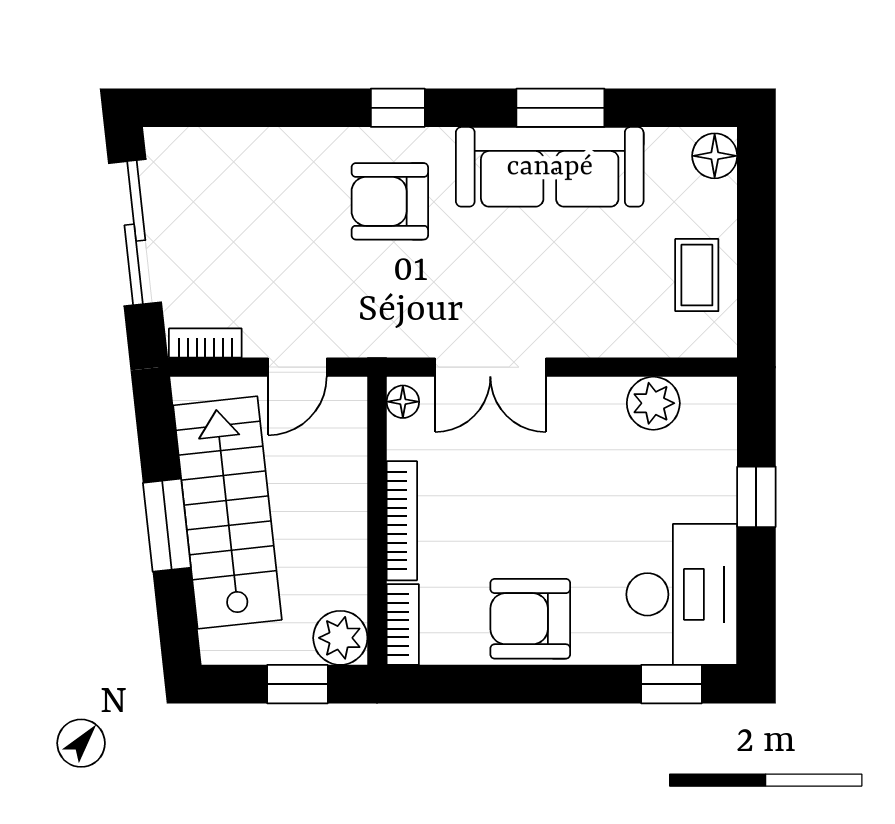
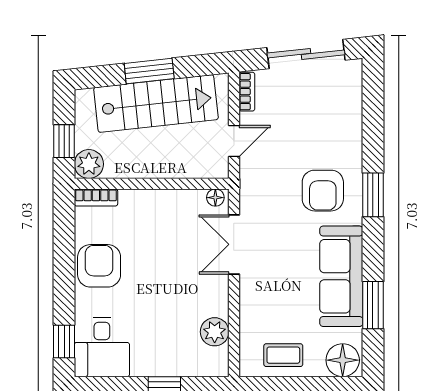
window: (398, 108) -> (373, 195), width x1.50
window: (560, 108) -> (373, 305), moved
floor lamp: (715, 156) -> (343, 360), width x1.38, depth x1.38
armchair: (390, 201) -> (323, 191), turned 180
door: (297, 367) -> (234, 141), swing flipped
bookcase: (402, 521) -> (152, 197), removed
desk: (682, 594) -> (102, 347), width x0.73

